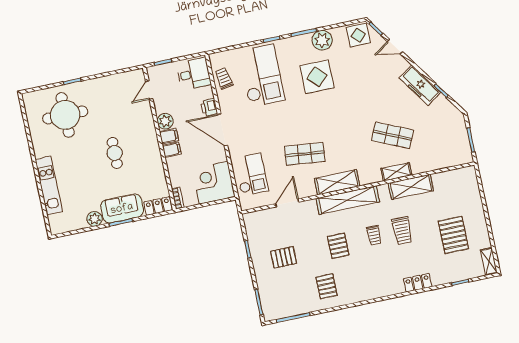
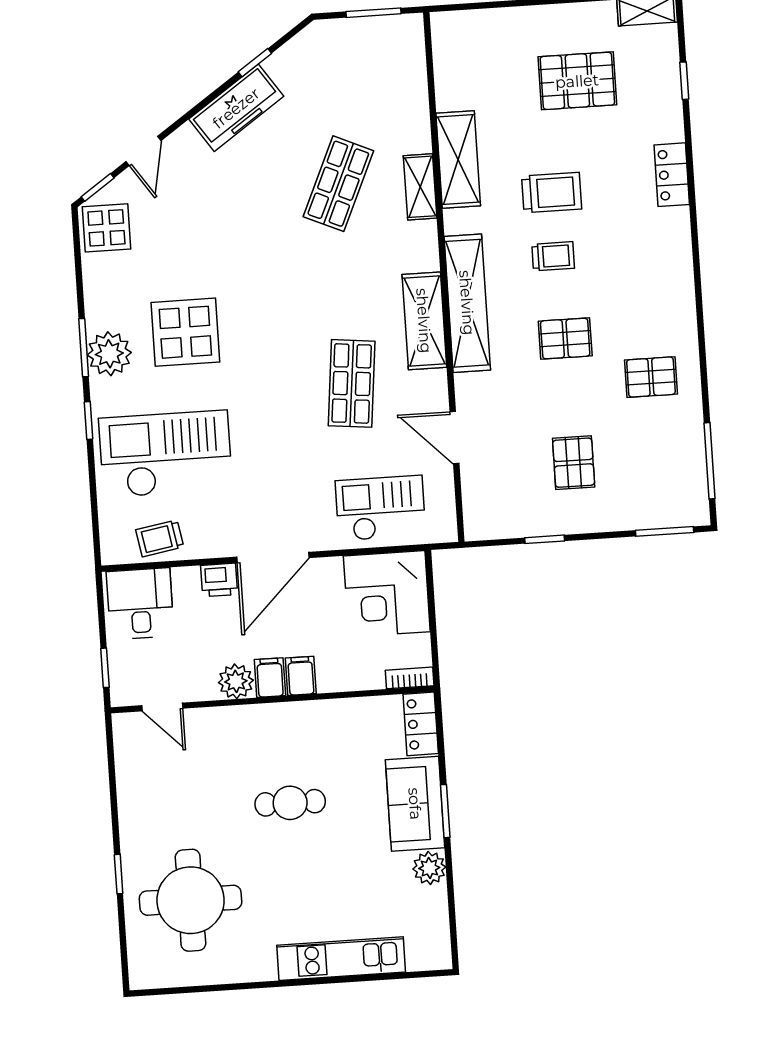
plant: (322, 40) -> (109, 354), moved

